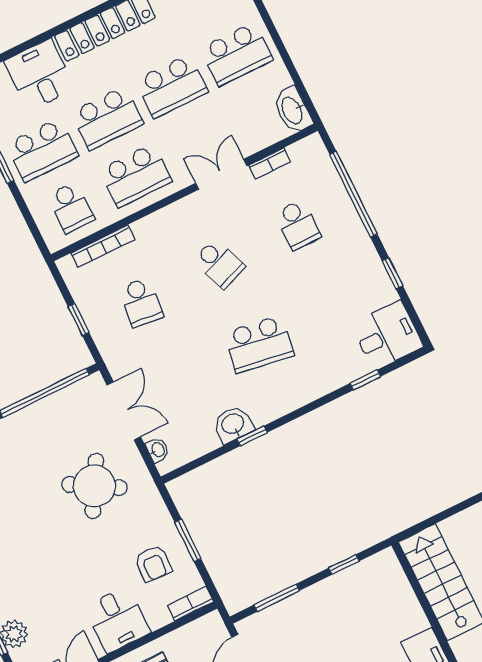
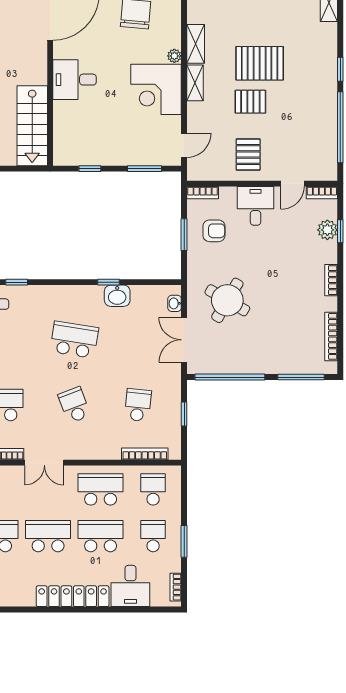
school desk: (42, 150) -> (153, 536), width x0.54
armchair: (153, 563) -> (214, 231), turned 87

